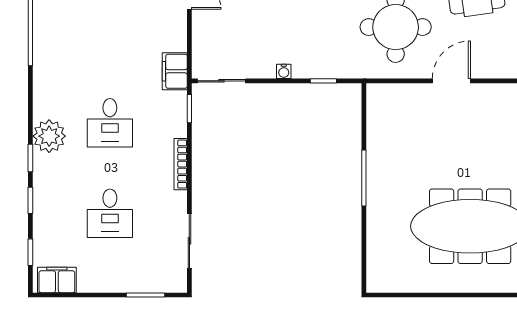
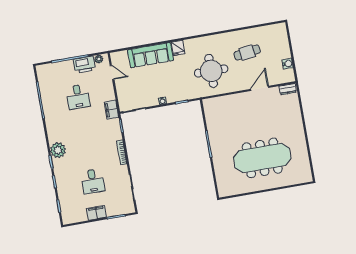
door: (451, 81) -> (260, 88), moved
desk: (110, 123) -> (78, 97), moved
filing cabinet: (57, 280) -> (96, 213), moved

